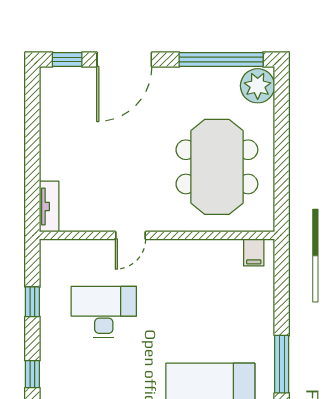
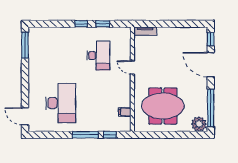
filing cabinet: (254, 252) -> (125, 112), moved
window: (282, 286) -> (110, 135), added
window: (282, 364) -> (85, 135), moved
window: (32, 374) -> (81, 24), moved

